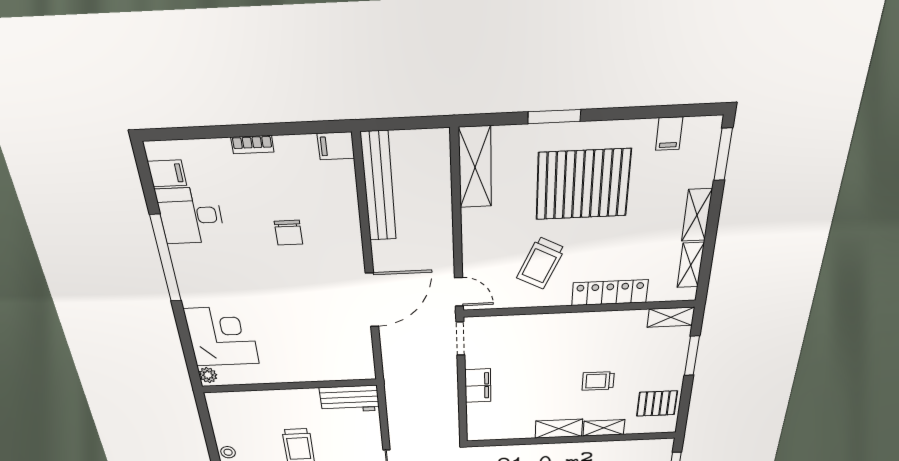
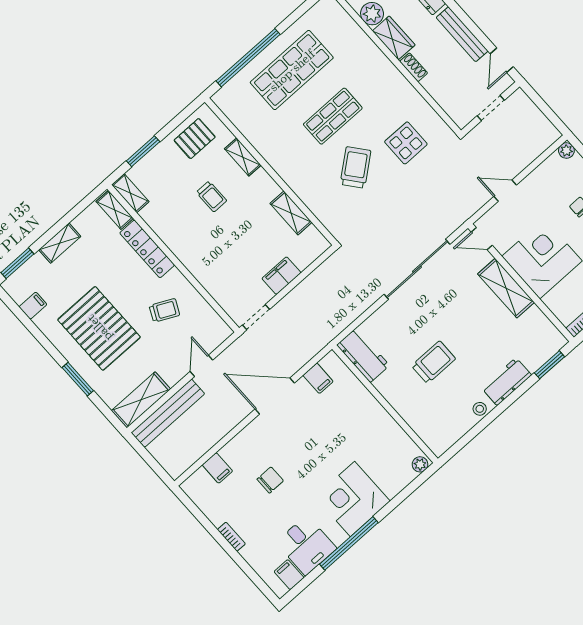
filing cabinet: (336, 146) -> (217, 468), moved
bench: (379, 187) -> (168, 413), moved
trolley: (541, 263) -> (164, 310), width x0.73, depth x0.72
shelving: (691, 265) -> (115, 210), moved, turned 90
door: (459, 292) -> (201, 366), moved
corner desk: (222, 336) -> (352, 499), moved
filing cabinet: (358, 349) -> (318, 378), added
pallet: (657, 404) -> (195, 139), turned 90
shelving: (559, 429) -> (291, 213), moved

